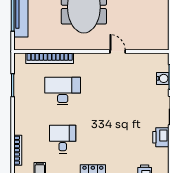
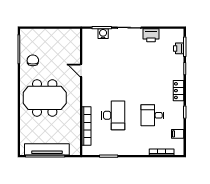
door: (118, 52) -> (81, 70), hinge flipped
desk: (63, 91) -> (113, 115), turned 180

